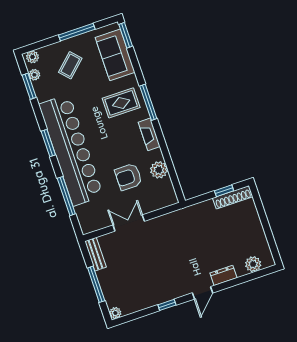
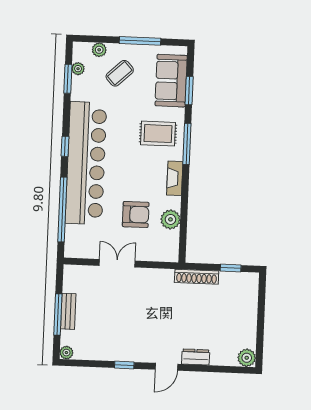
window: (126, 35) -> (189, 91), moved
plant: (32, 57) -> (99, 50), moved
window: (48, 143) -> (65, 146), width x0.67
armchair: (128, 177) -> (136, 214), turned 180
window: (66, 196) -> (62, 209), width x1.46
shoe rack: (233, 197) -> (197, 277), moved
bench: (96, 254) -> (68, 311), moved
plant: (253, 264) -> (247, 358), moved

